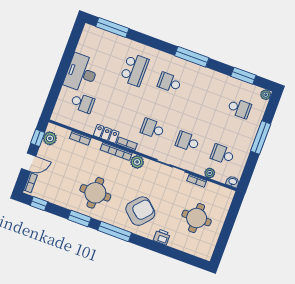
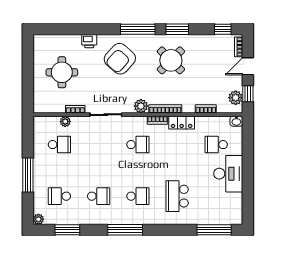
school desk: (187, 141) -> (99, 196), moved
washbasin: (233, 182) -> (236, 121), moved
round table: (95, 193) -> (171, 60), turned 45

